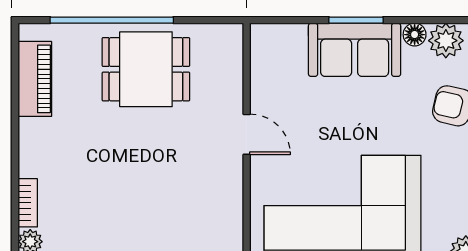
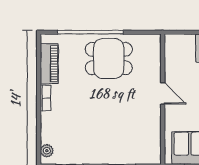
bookcase: (28, 203) -> (45, 98), moved

